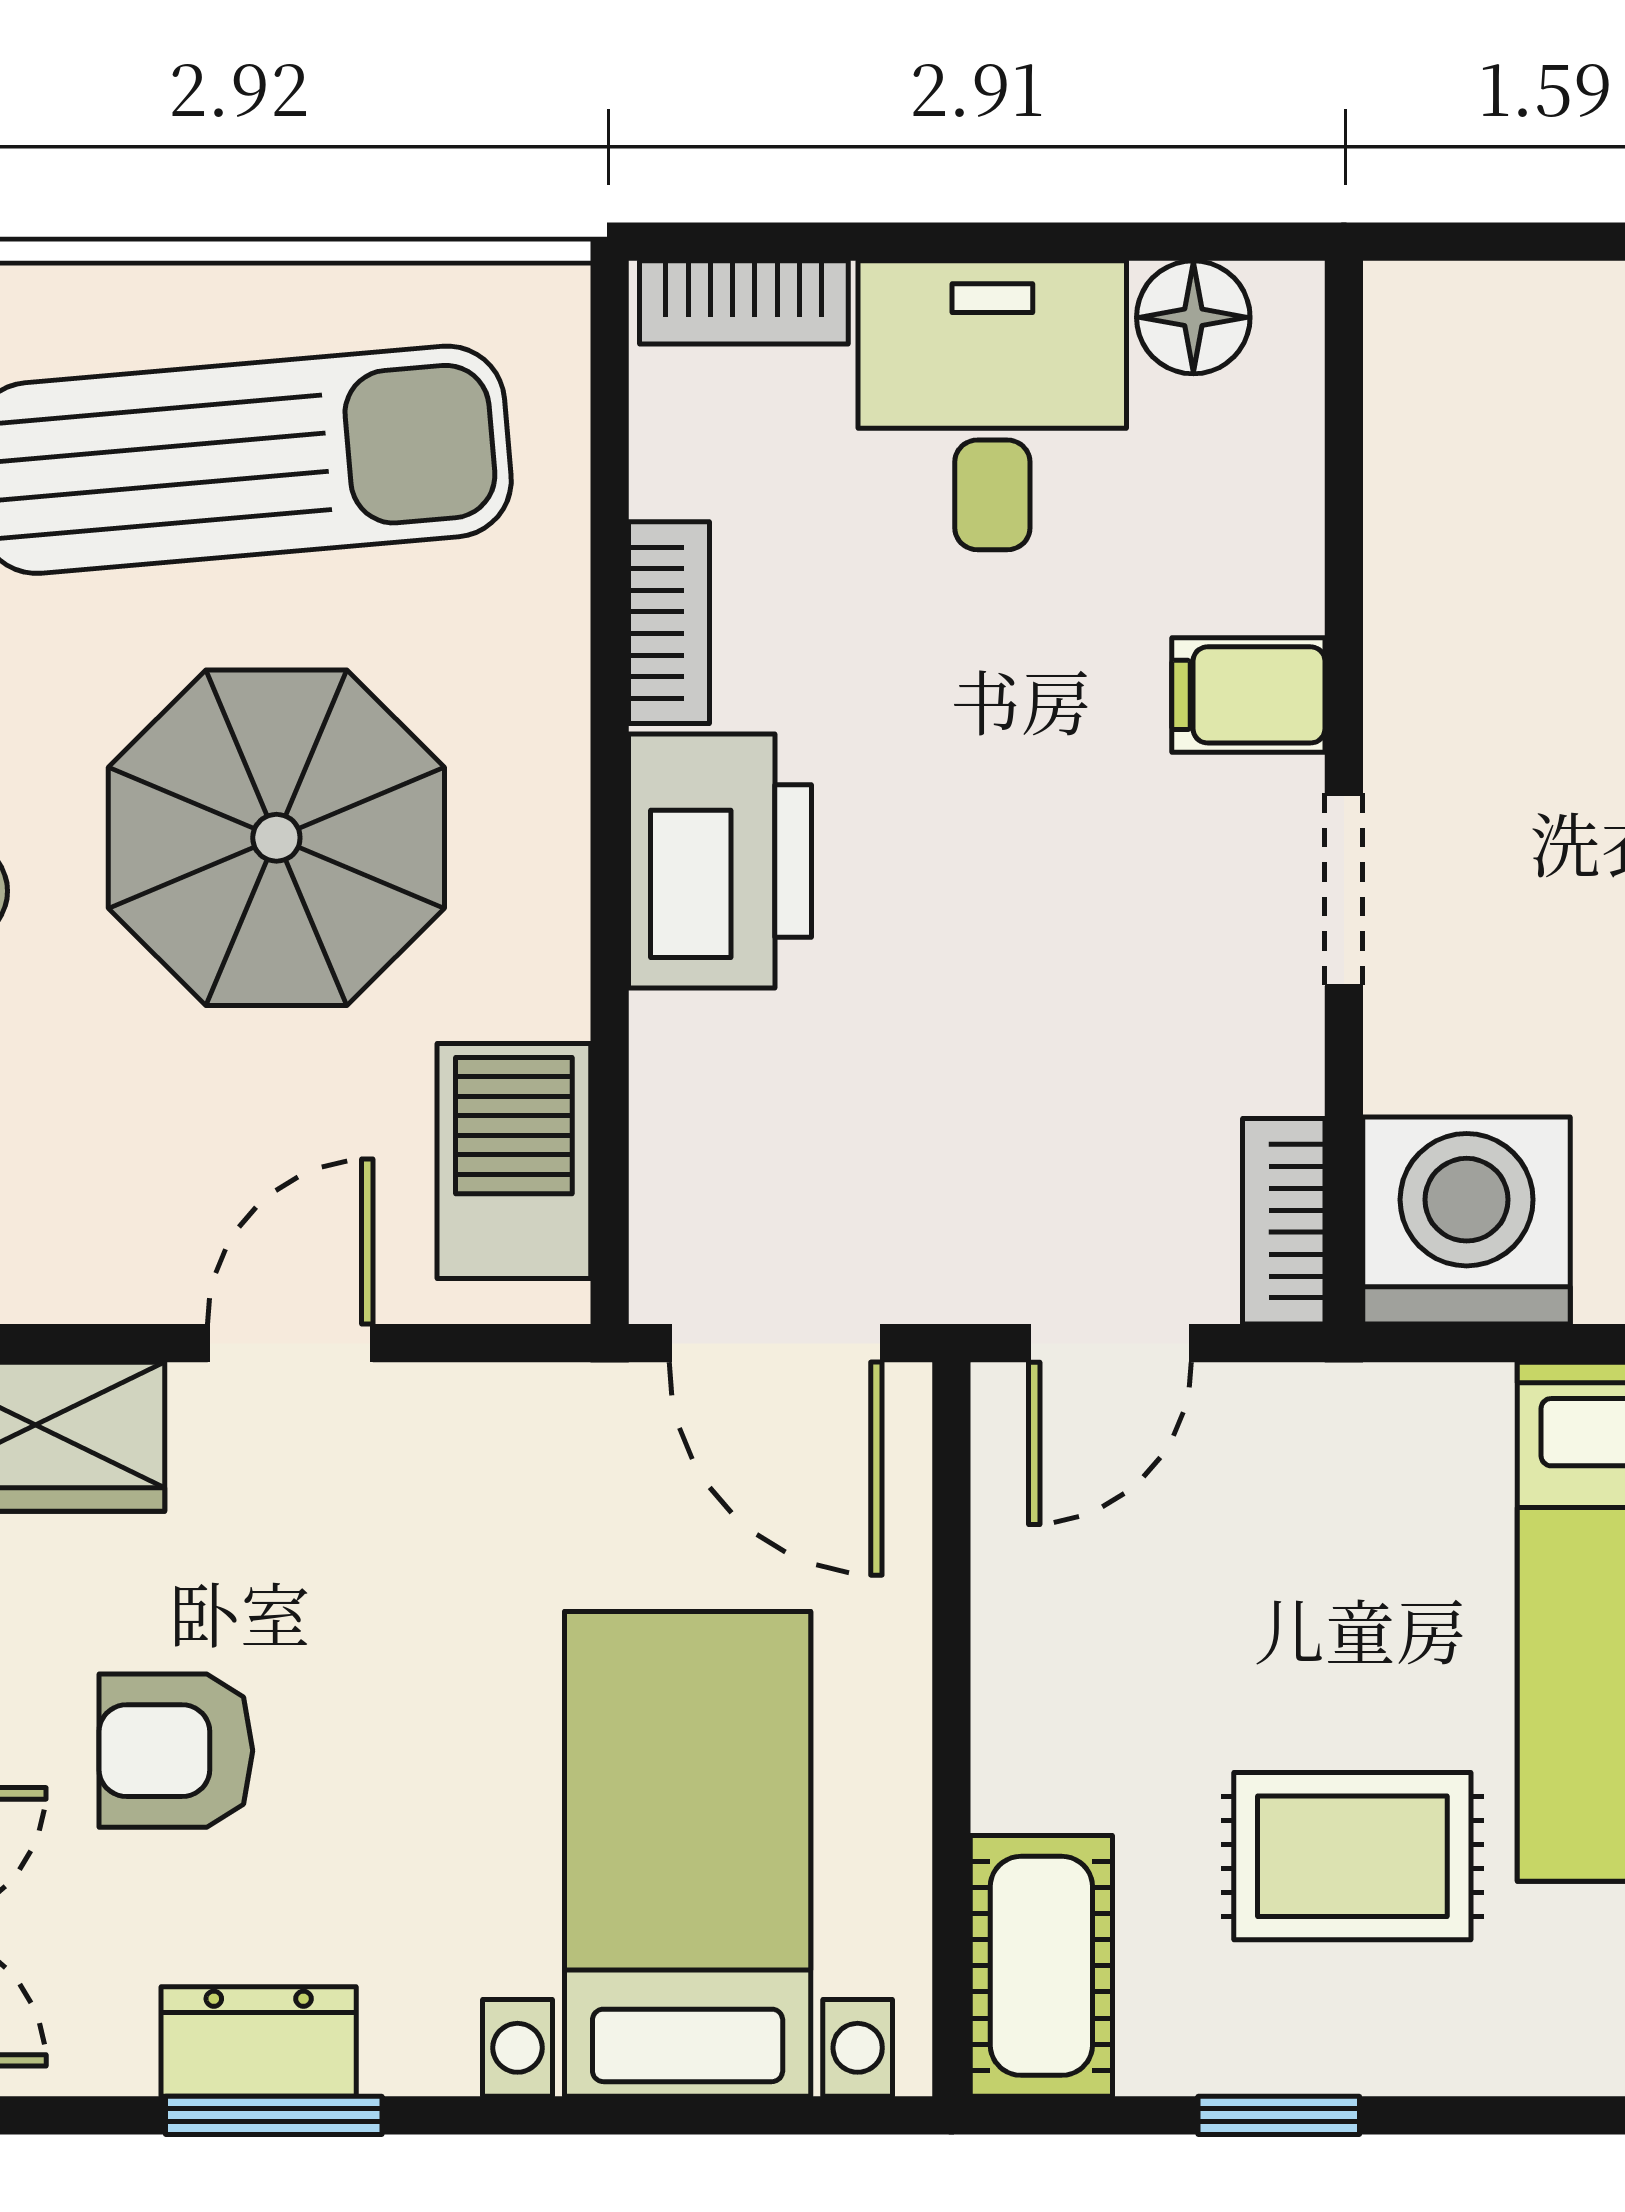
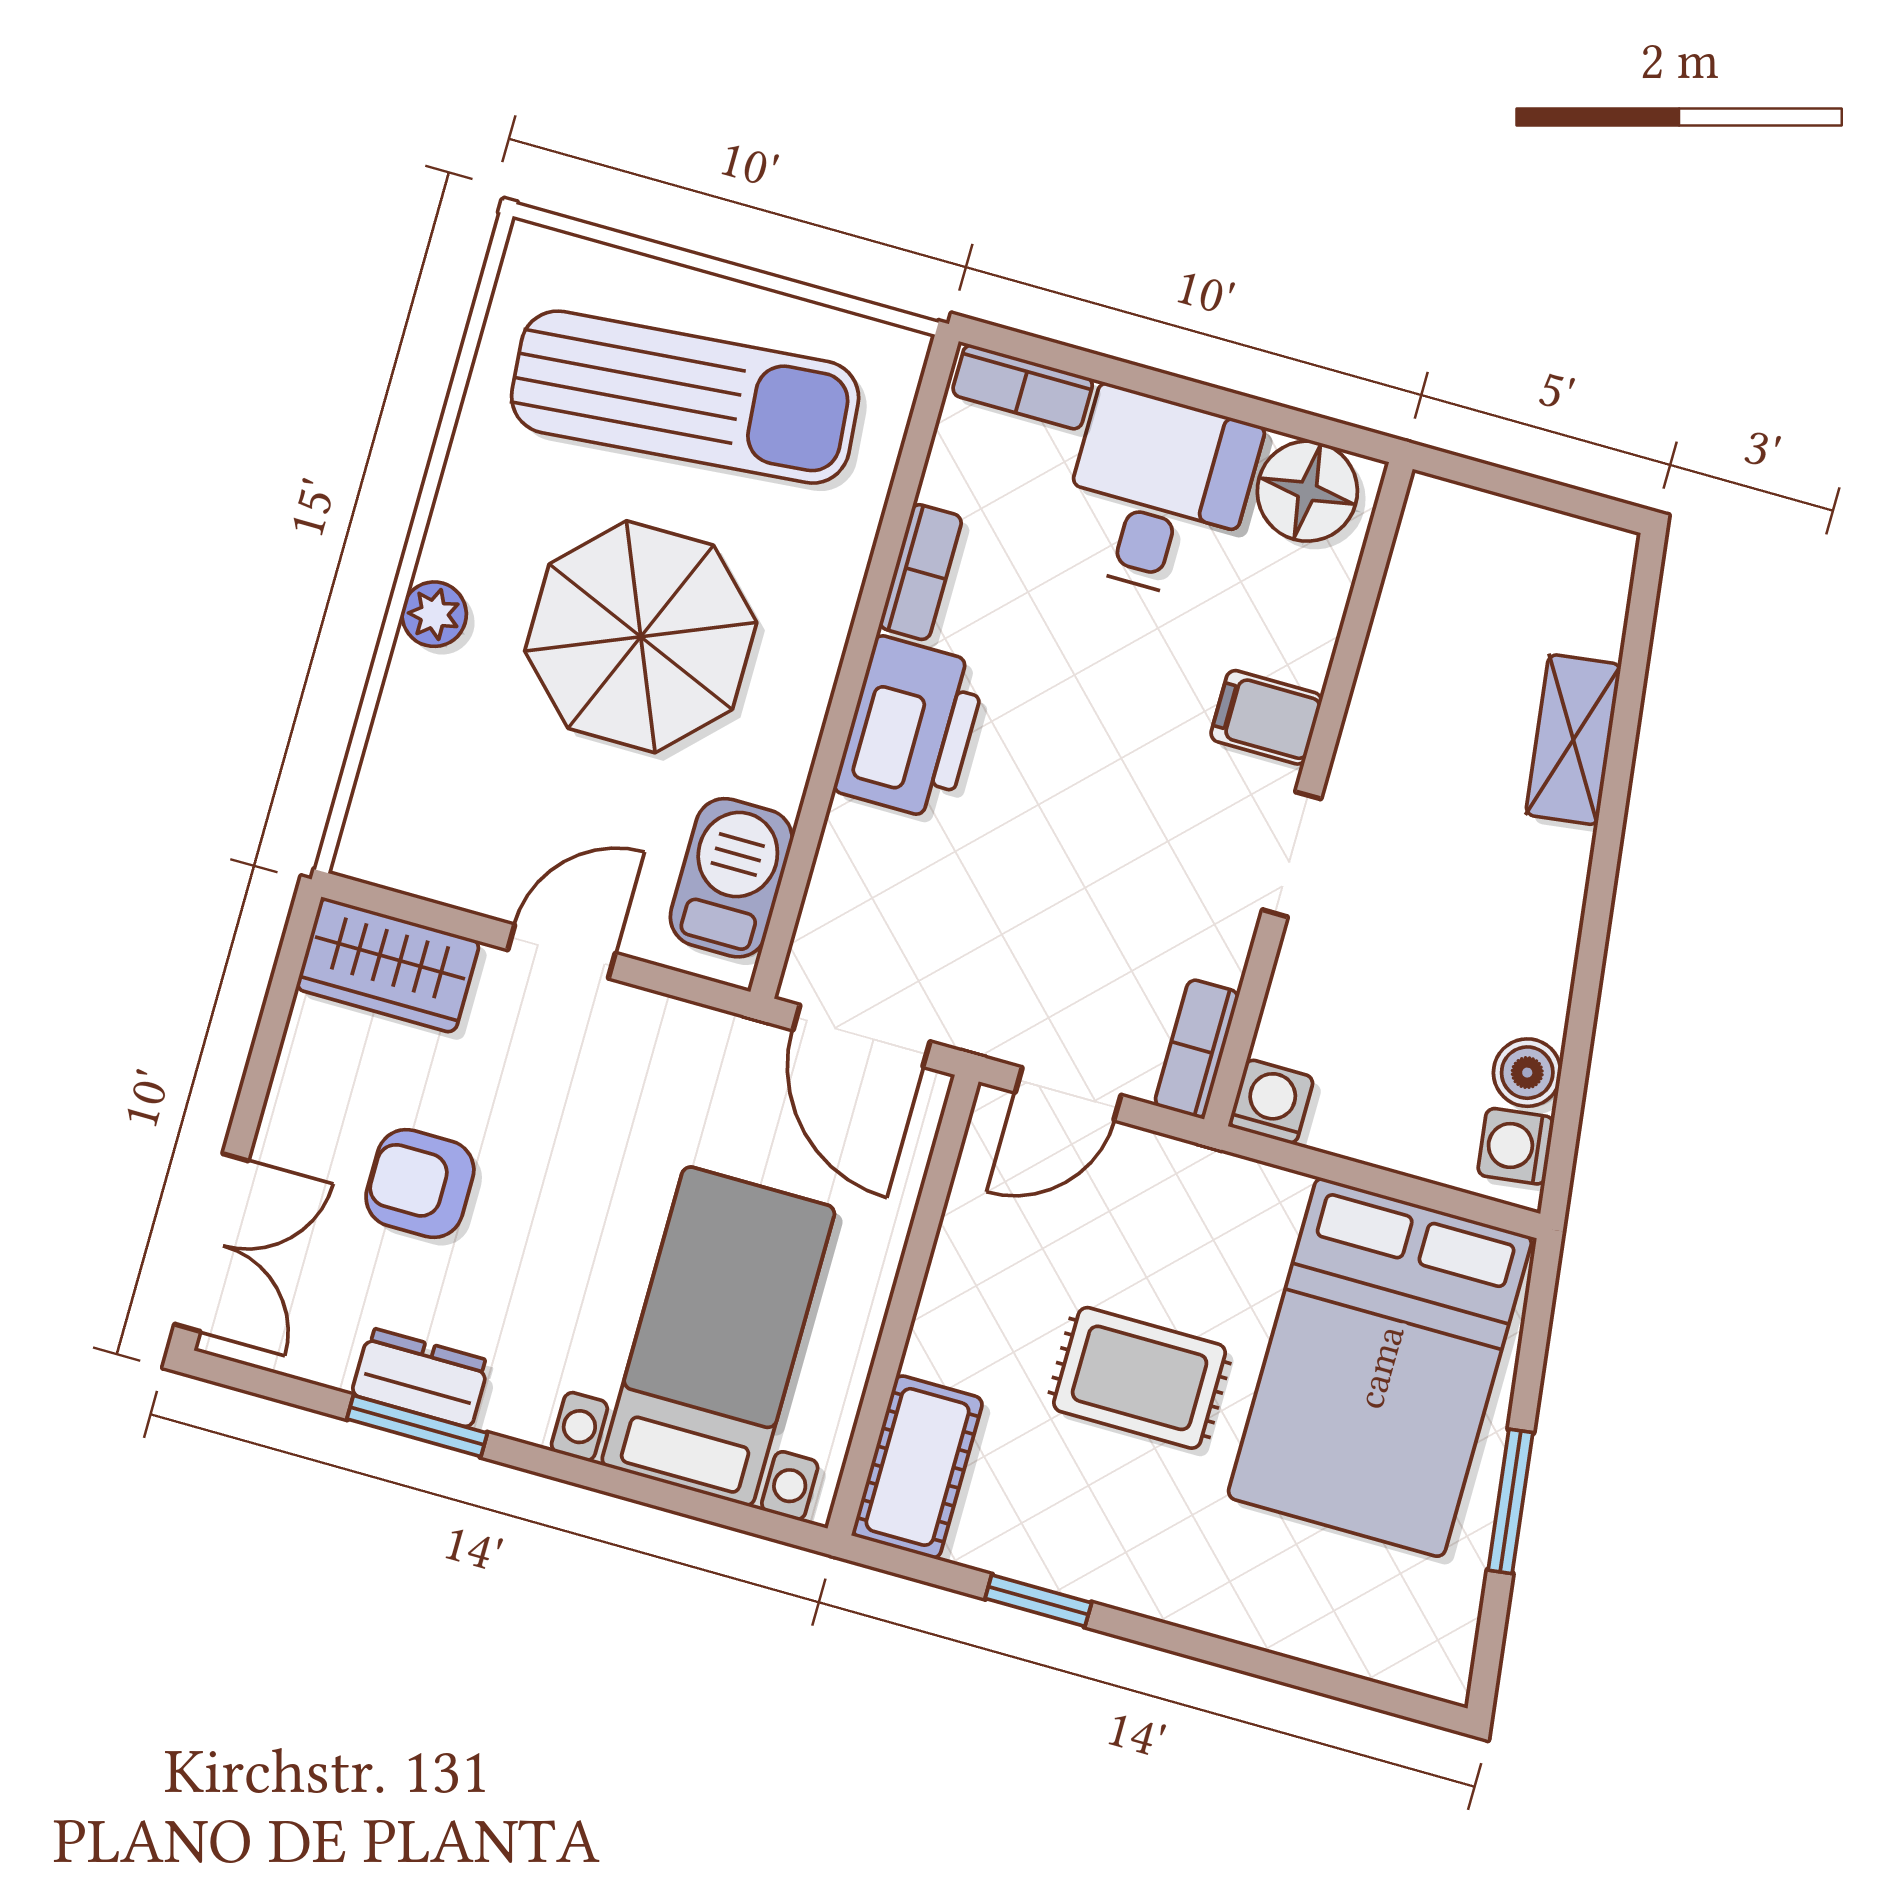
floor lamp: (1193, 317) -> (1307, 491), width x1.38, depth x1.38
washing machine: (1467, 1220) -> (1271, 1102), width x0.53, depth x0.53
rug: (1352, 1856) -> (1140, 1378), moved

